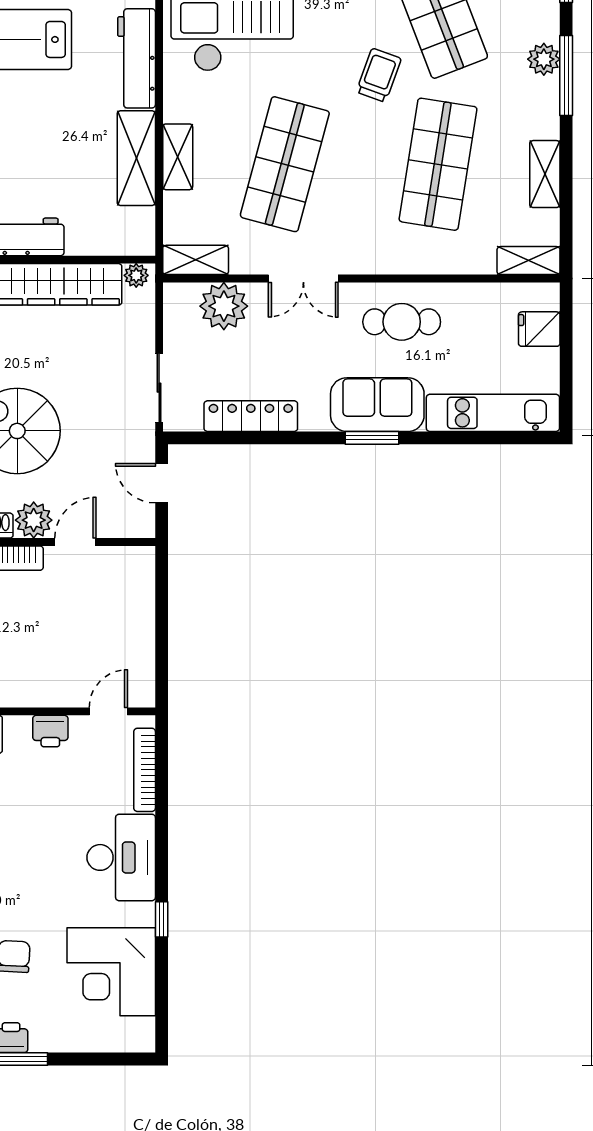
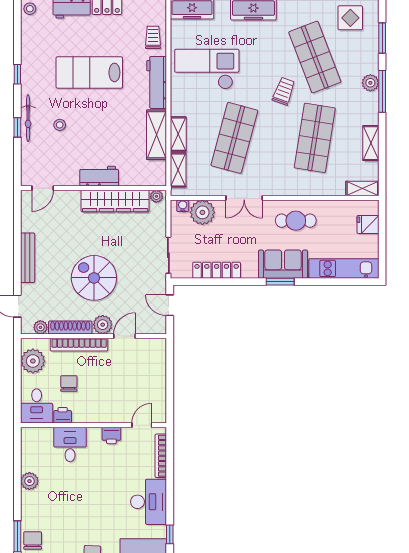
shelving: (196, 260) -> (178, 170), moved, turned 90
water cooler: (186, 294) -> (183, 206), added

